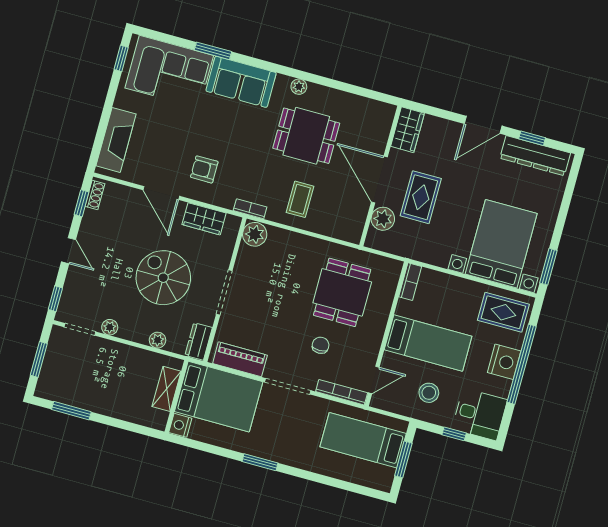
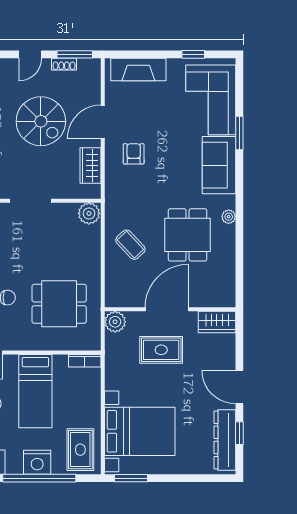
window: (121, 58) -> (193, 54), moved
shoe rack: (95, 195) -> (64, 64), moved
coffee table: (300, 199) -> (130, 245), turned 47
window: (81, 203) -> (75, 54), width x1.50
bookcase: (250, 209) -> (110, 203), removed
plant: (383, 219) -> (115, 322), moved
spiral stairs: (163, 278) -> (41, 121), moved, turned 90

